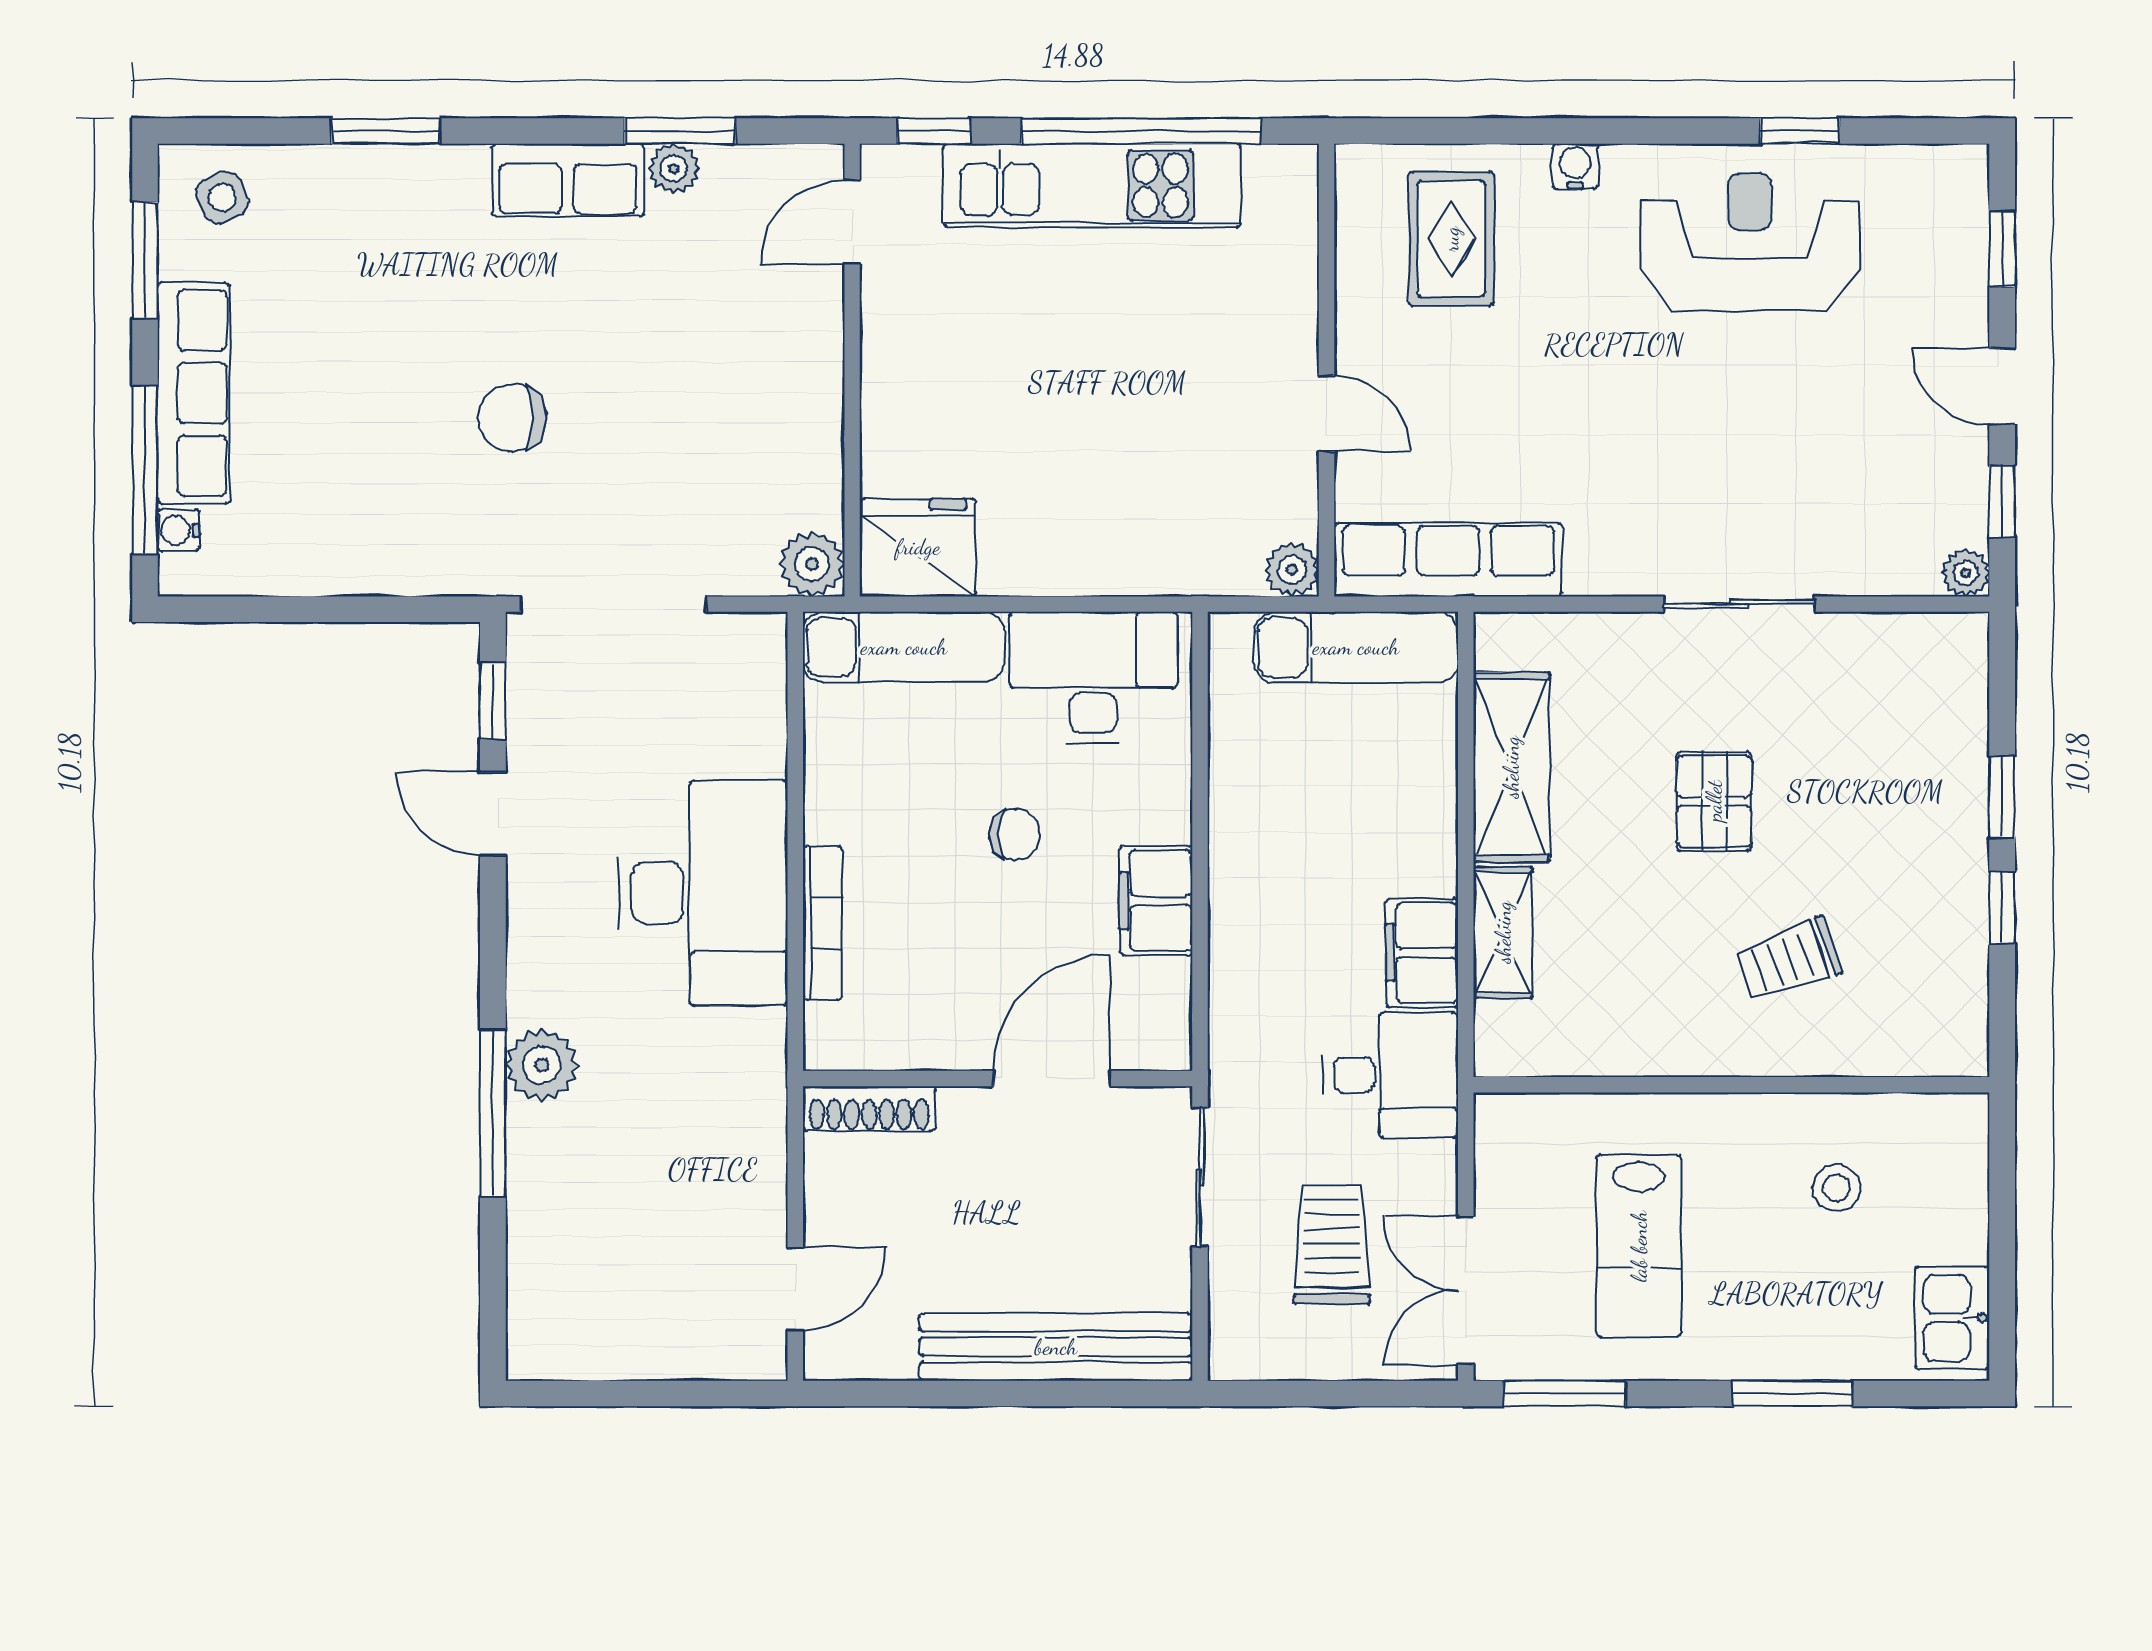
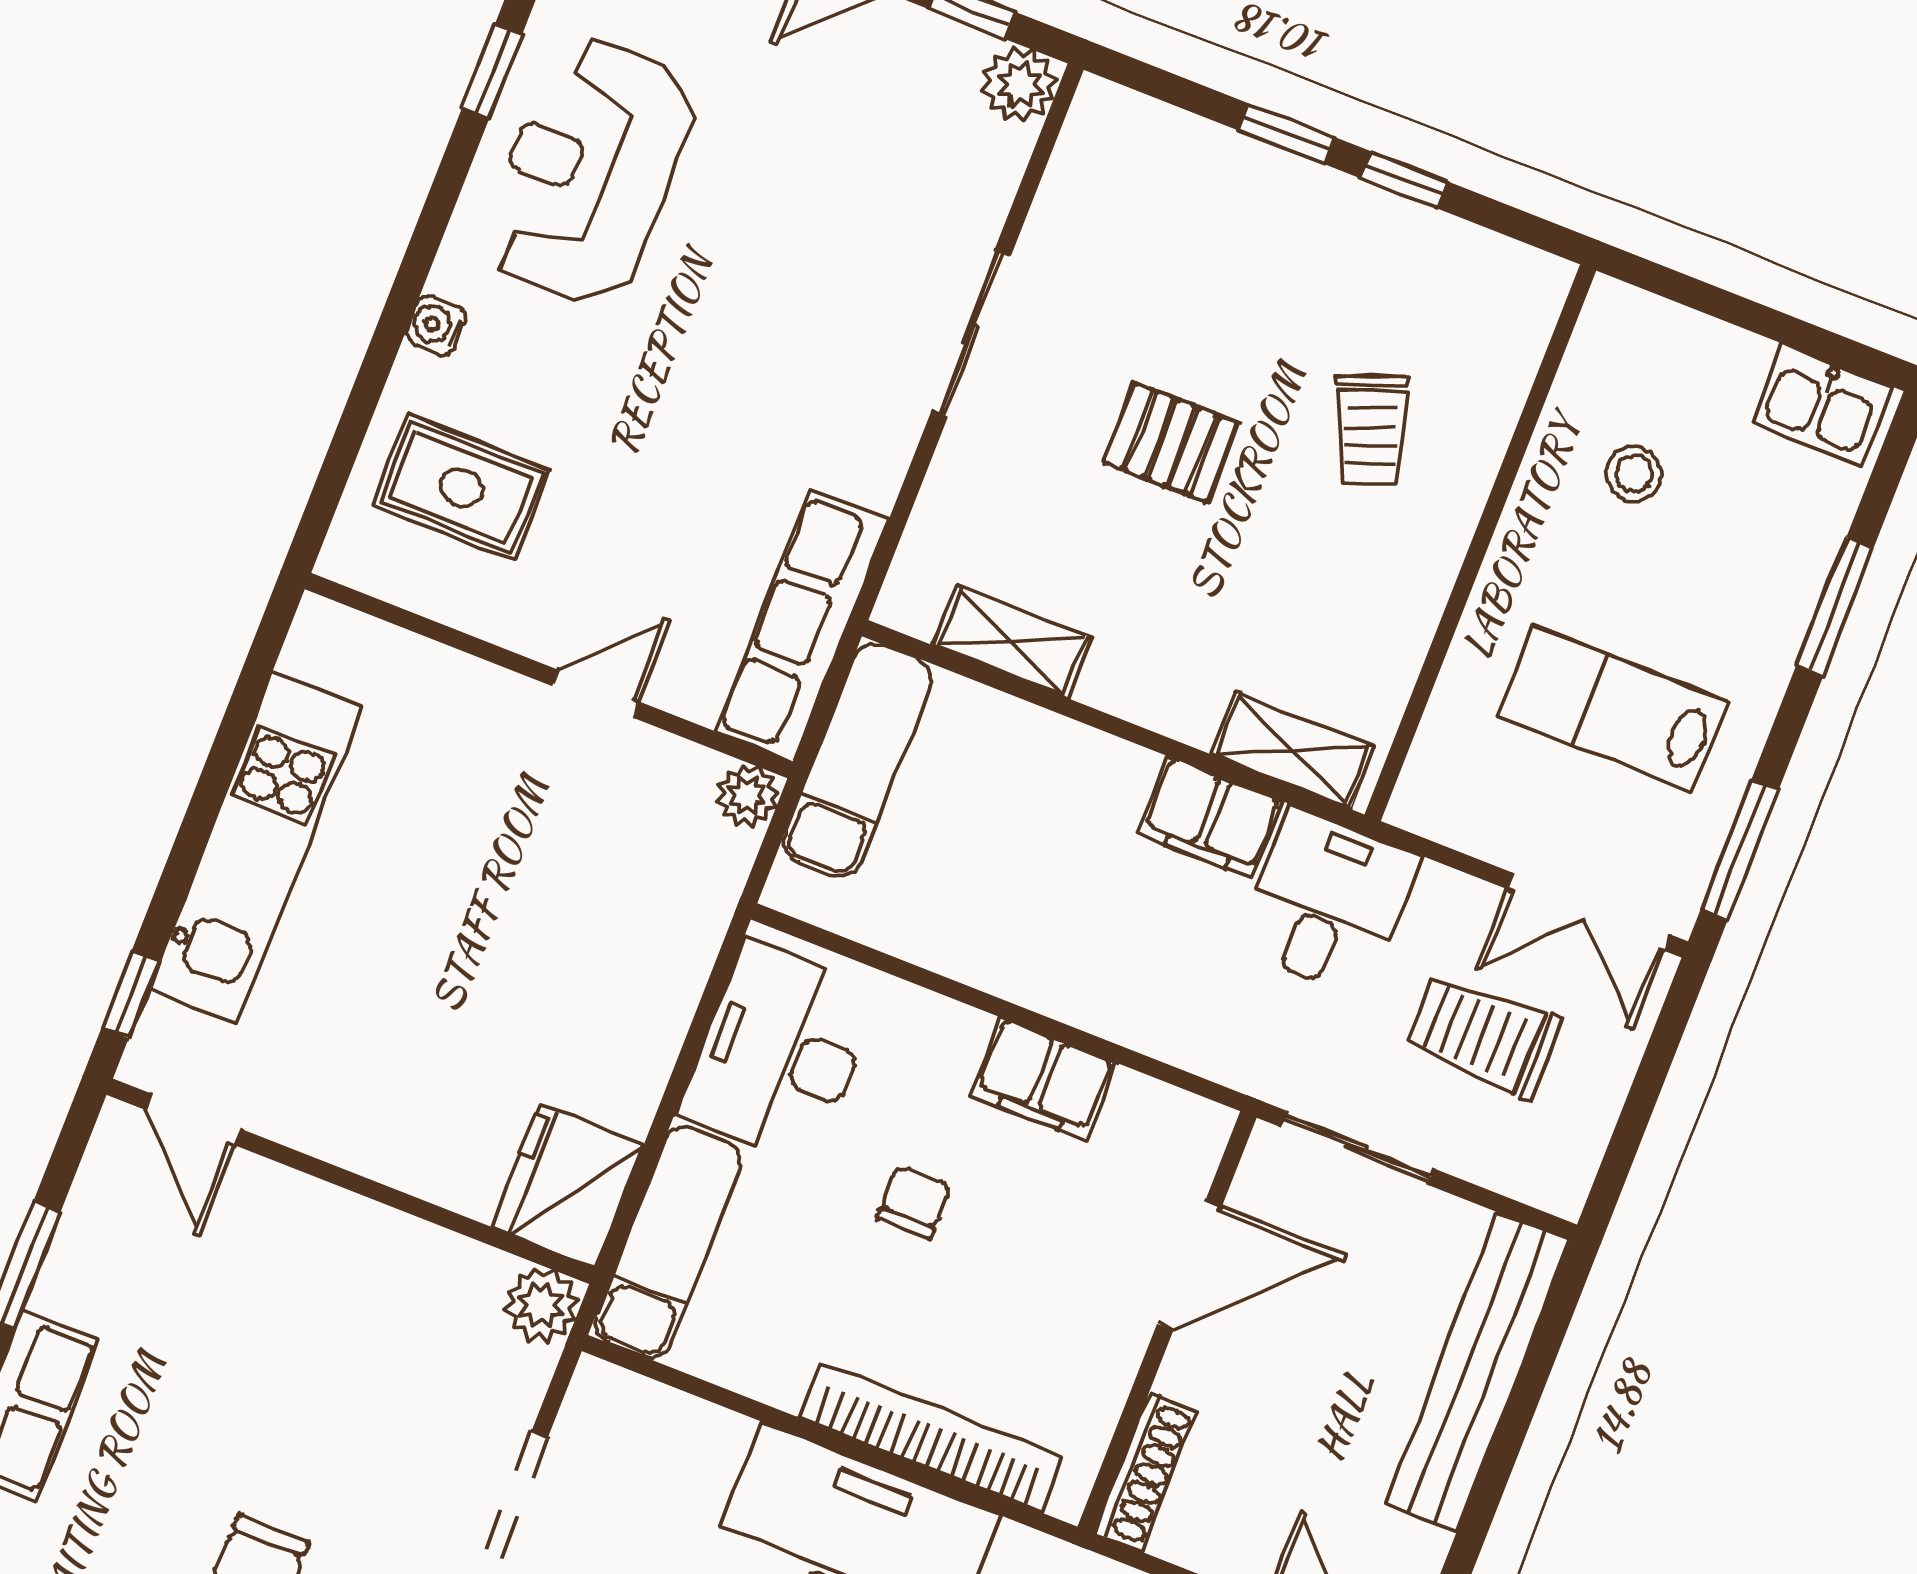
window: (1141, 131) -> (217, 773), removed
plant: (674, 169) -> (62, 1287), removed
plant: (1966, 573) -> (1019, 85), width x1.38, depth x1.38
shelving: (1511, 767) -> (1012, 641), width x0.67, depth x0.75
bookcase: (822, 923) -> (931, 1437), width x1.48, depth x1.31
shelving: (1503, 932) -> (1293, 750), moved
door: (1052, 1079) -> (1190, 1265), swing flipped
lab bench: (1639, 1246) -> (1613, 709), turned 180

